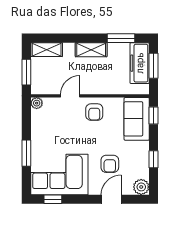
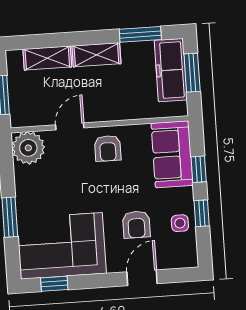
shelving: (47, 50) -> (47, 58), moved
plant: (37, 103) -> (28, 148), width x1.88, depth x1.88
window: (154, 115) -> (199, 169), moved
side table: (139, 165) -> (180, 223), added
plant: (141, 187) -> (186, 256), removed

